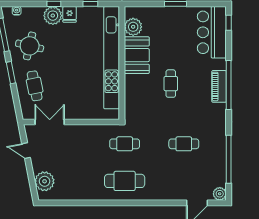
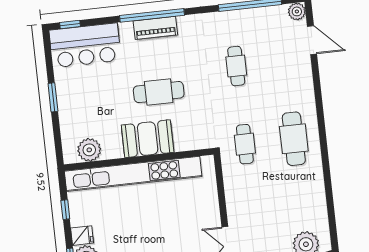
booth: (137, 55) -> (148, 139), moved
cafe table: (171, 84) -> (159, 92), width x1.37, depth x1.35

